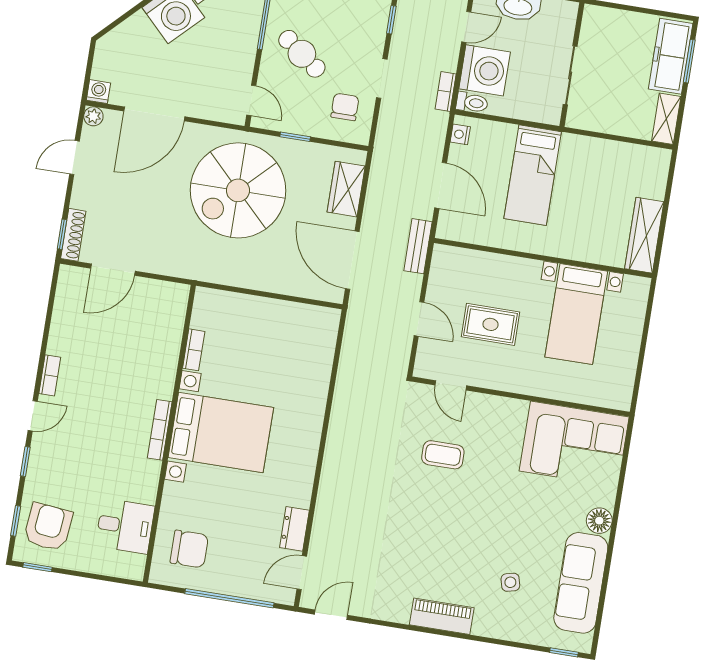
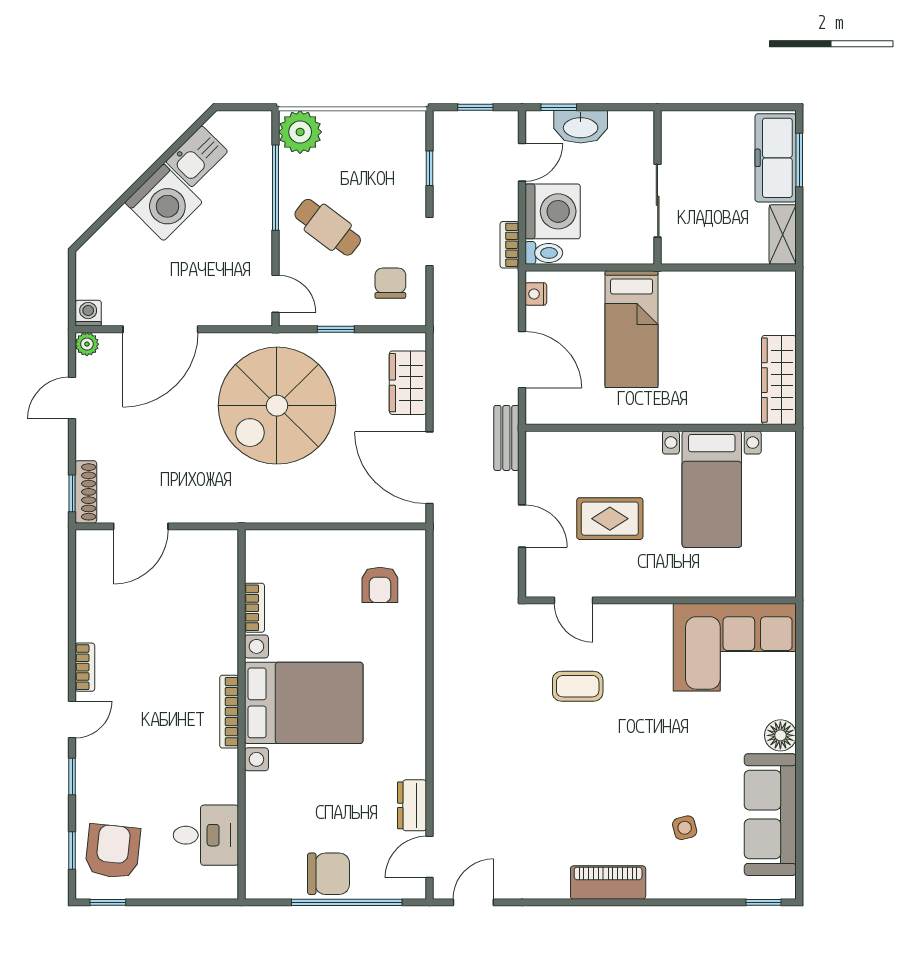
armchair: (297, 348) -> (380, 585), added
chair: (189, 549) -> (328, 874), moved

